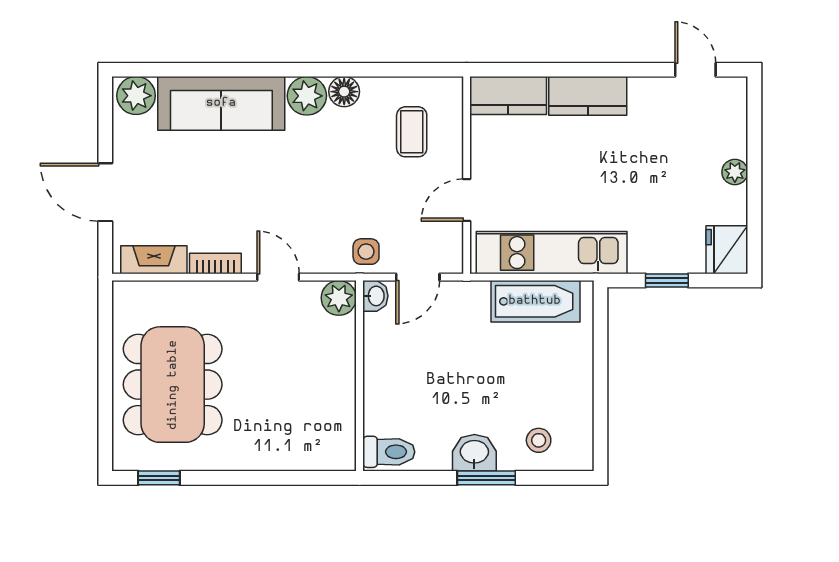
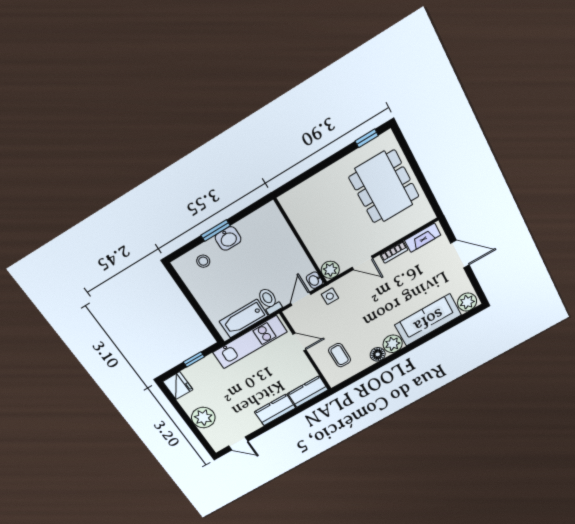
plant: (735, 172) -> (203, 418), width x1.87, depth x1.87
door: (467, 200) -> (299, 342), hinge flipped
toilet: (389, 452) -> (269, 301), moved, turned 90

